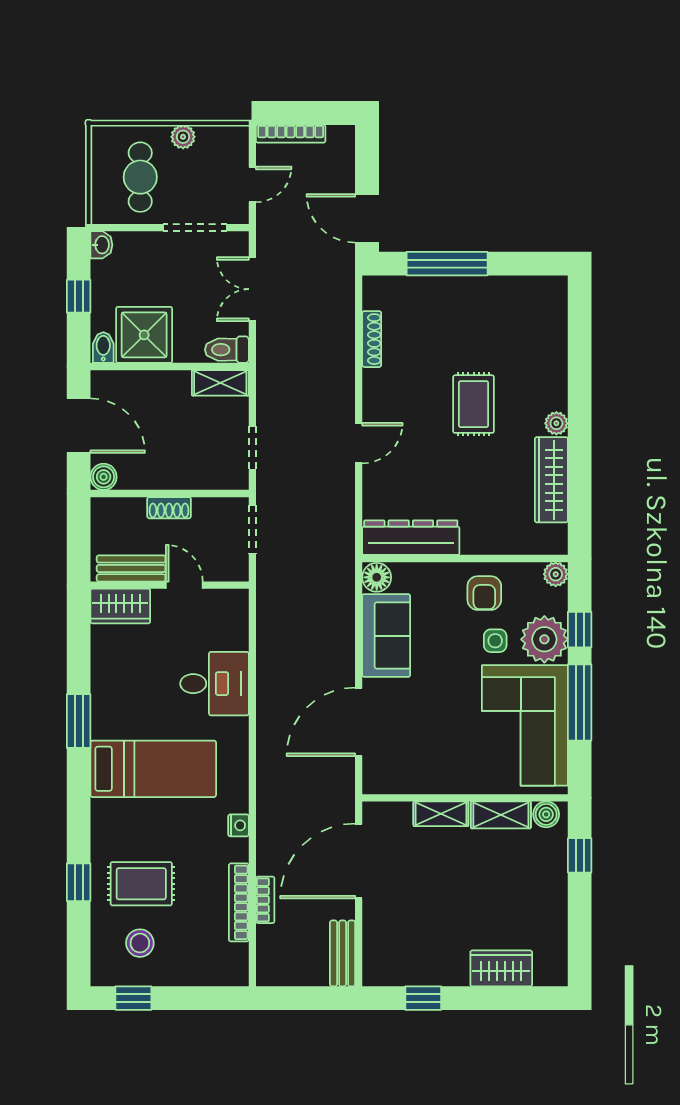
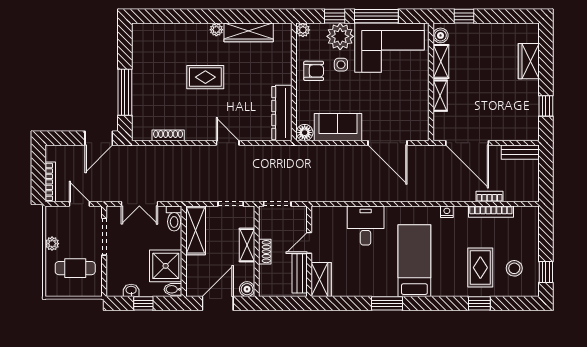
washbasin: (101, 245) -> (131, 290), moved
shelving: (220, 383) -> (196, 230), width x1.50, depth x1.33
shelving: (180, 477) -> (247, 245), added

